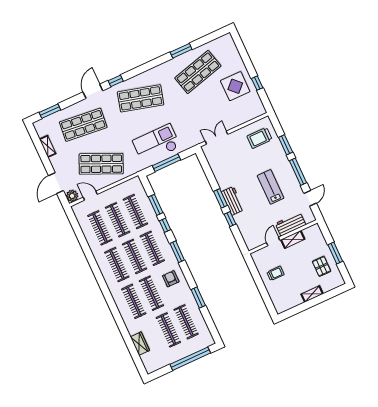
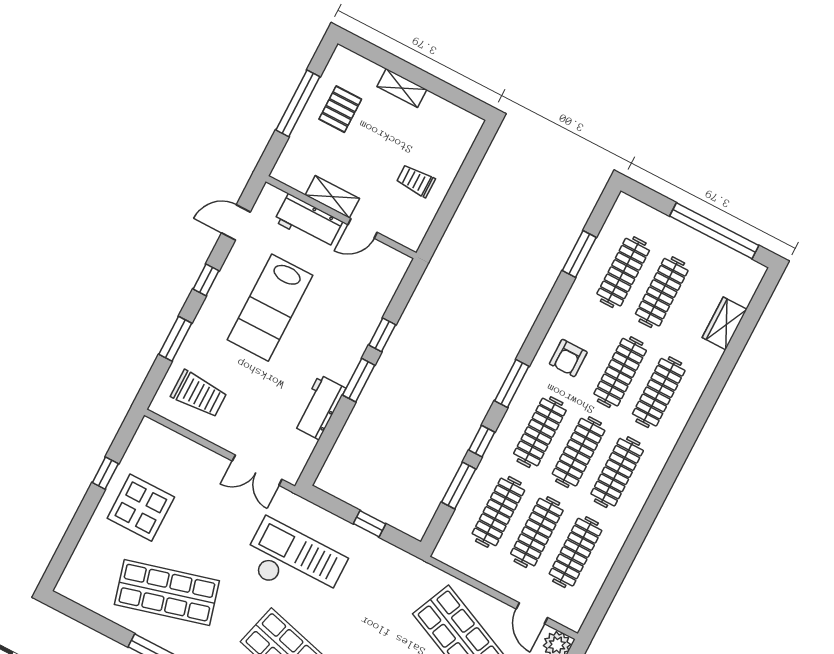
checkout: (156, 144) -> (294, 562), moved, turned 180
window: (167, 163) -> (370, 524), width x0.46
window: (298, 172) -> (206, 280), width x0.46
lab bench: (271, 187) -> (270, 308), width x1.36, depth x1.39
workbench: (233, 201) -> (319, 407), moved
window: (335, 253) -> (298, 103), width x1.44
window: (198, 297) -> (579, 254), moved
window: (190, 359) -> (714, 231), moved

